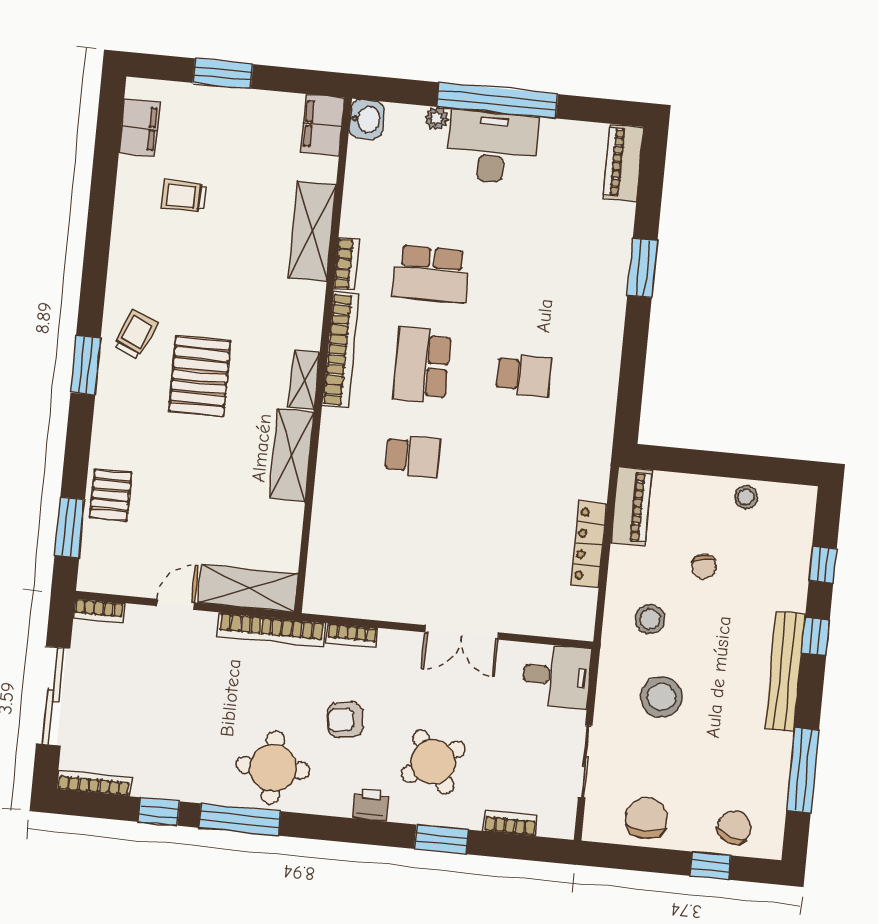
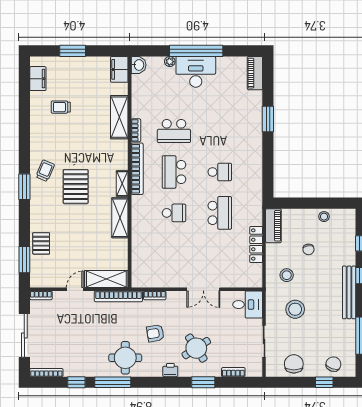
school desk: (515, 466) -> (220, 213), added

